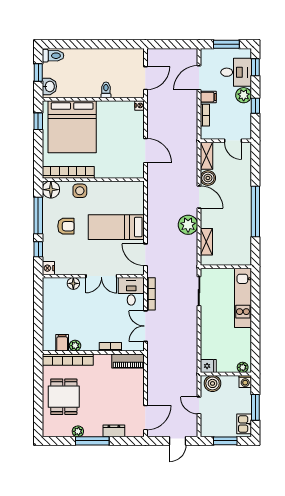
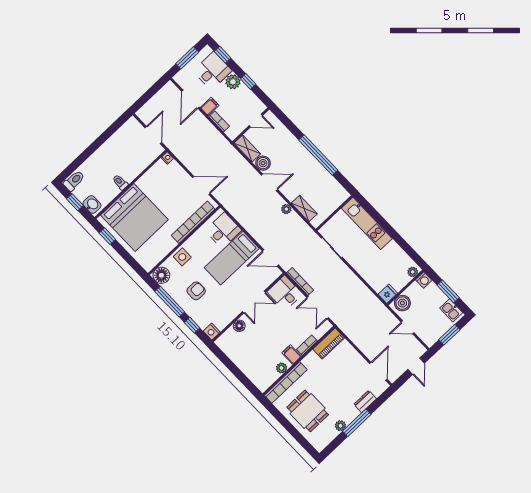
toilet: (106, 90) -> (120, 182), moved
bookcase: (68, 172) -> (193, 222), moved
desk: (130, 200) -> (223, 230), added
plant: (188, 225) -> (286, 209), width x0.53, depth x0.53
filing cabinet: (62, 343) -> (292, 355), moved

